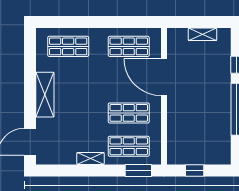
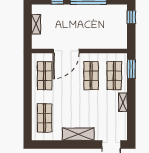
window: (195, 171) -> (131, 17), moved

